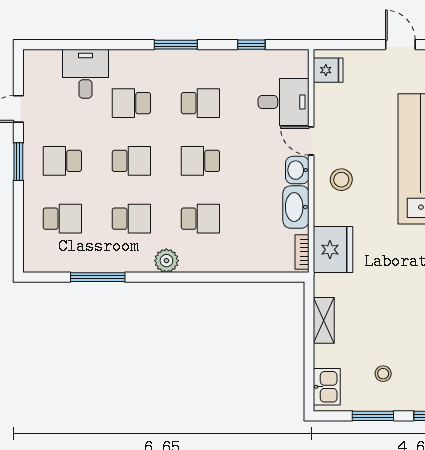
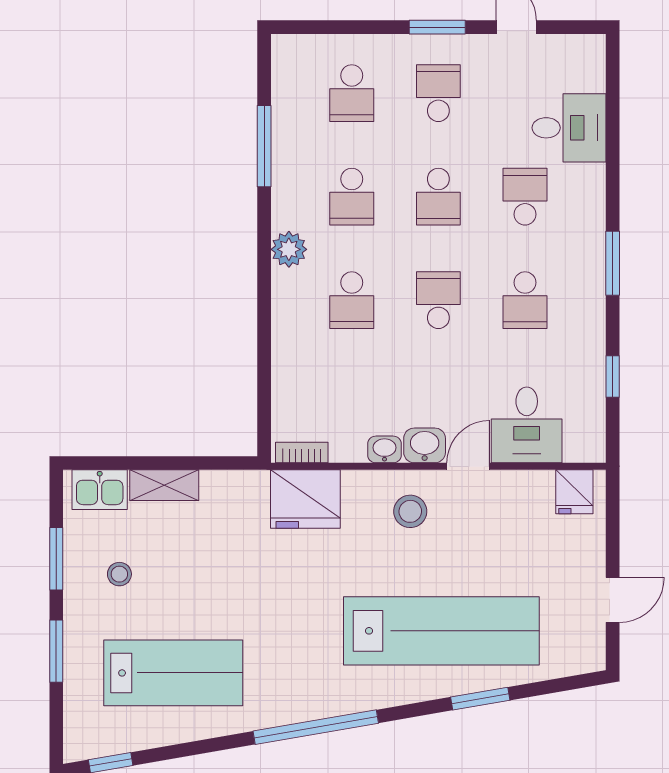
washbasin: (296, 207) -> (384, 449), width x0.52, depth x0.69
shelving: (324, 320) -> (164, 485), moved

